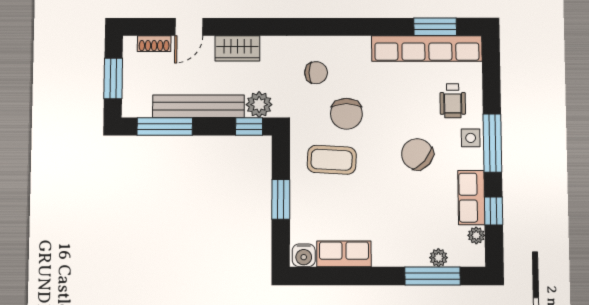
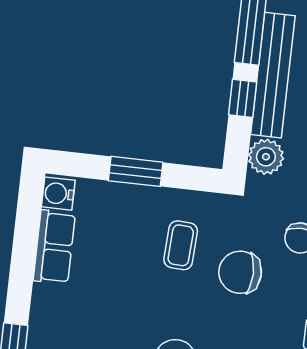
window: (249, 127) -> (243, 98), moved
coffee table: (332, 160) -> (181, 245), width x0.73, depth x0.77

